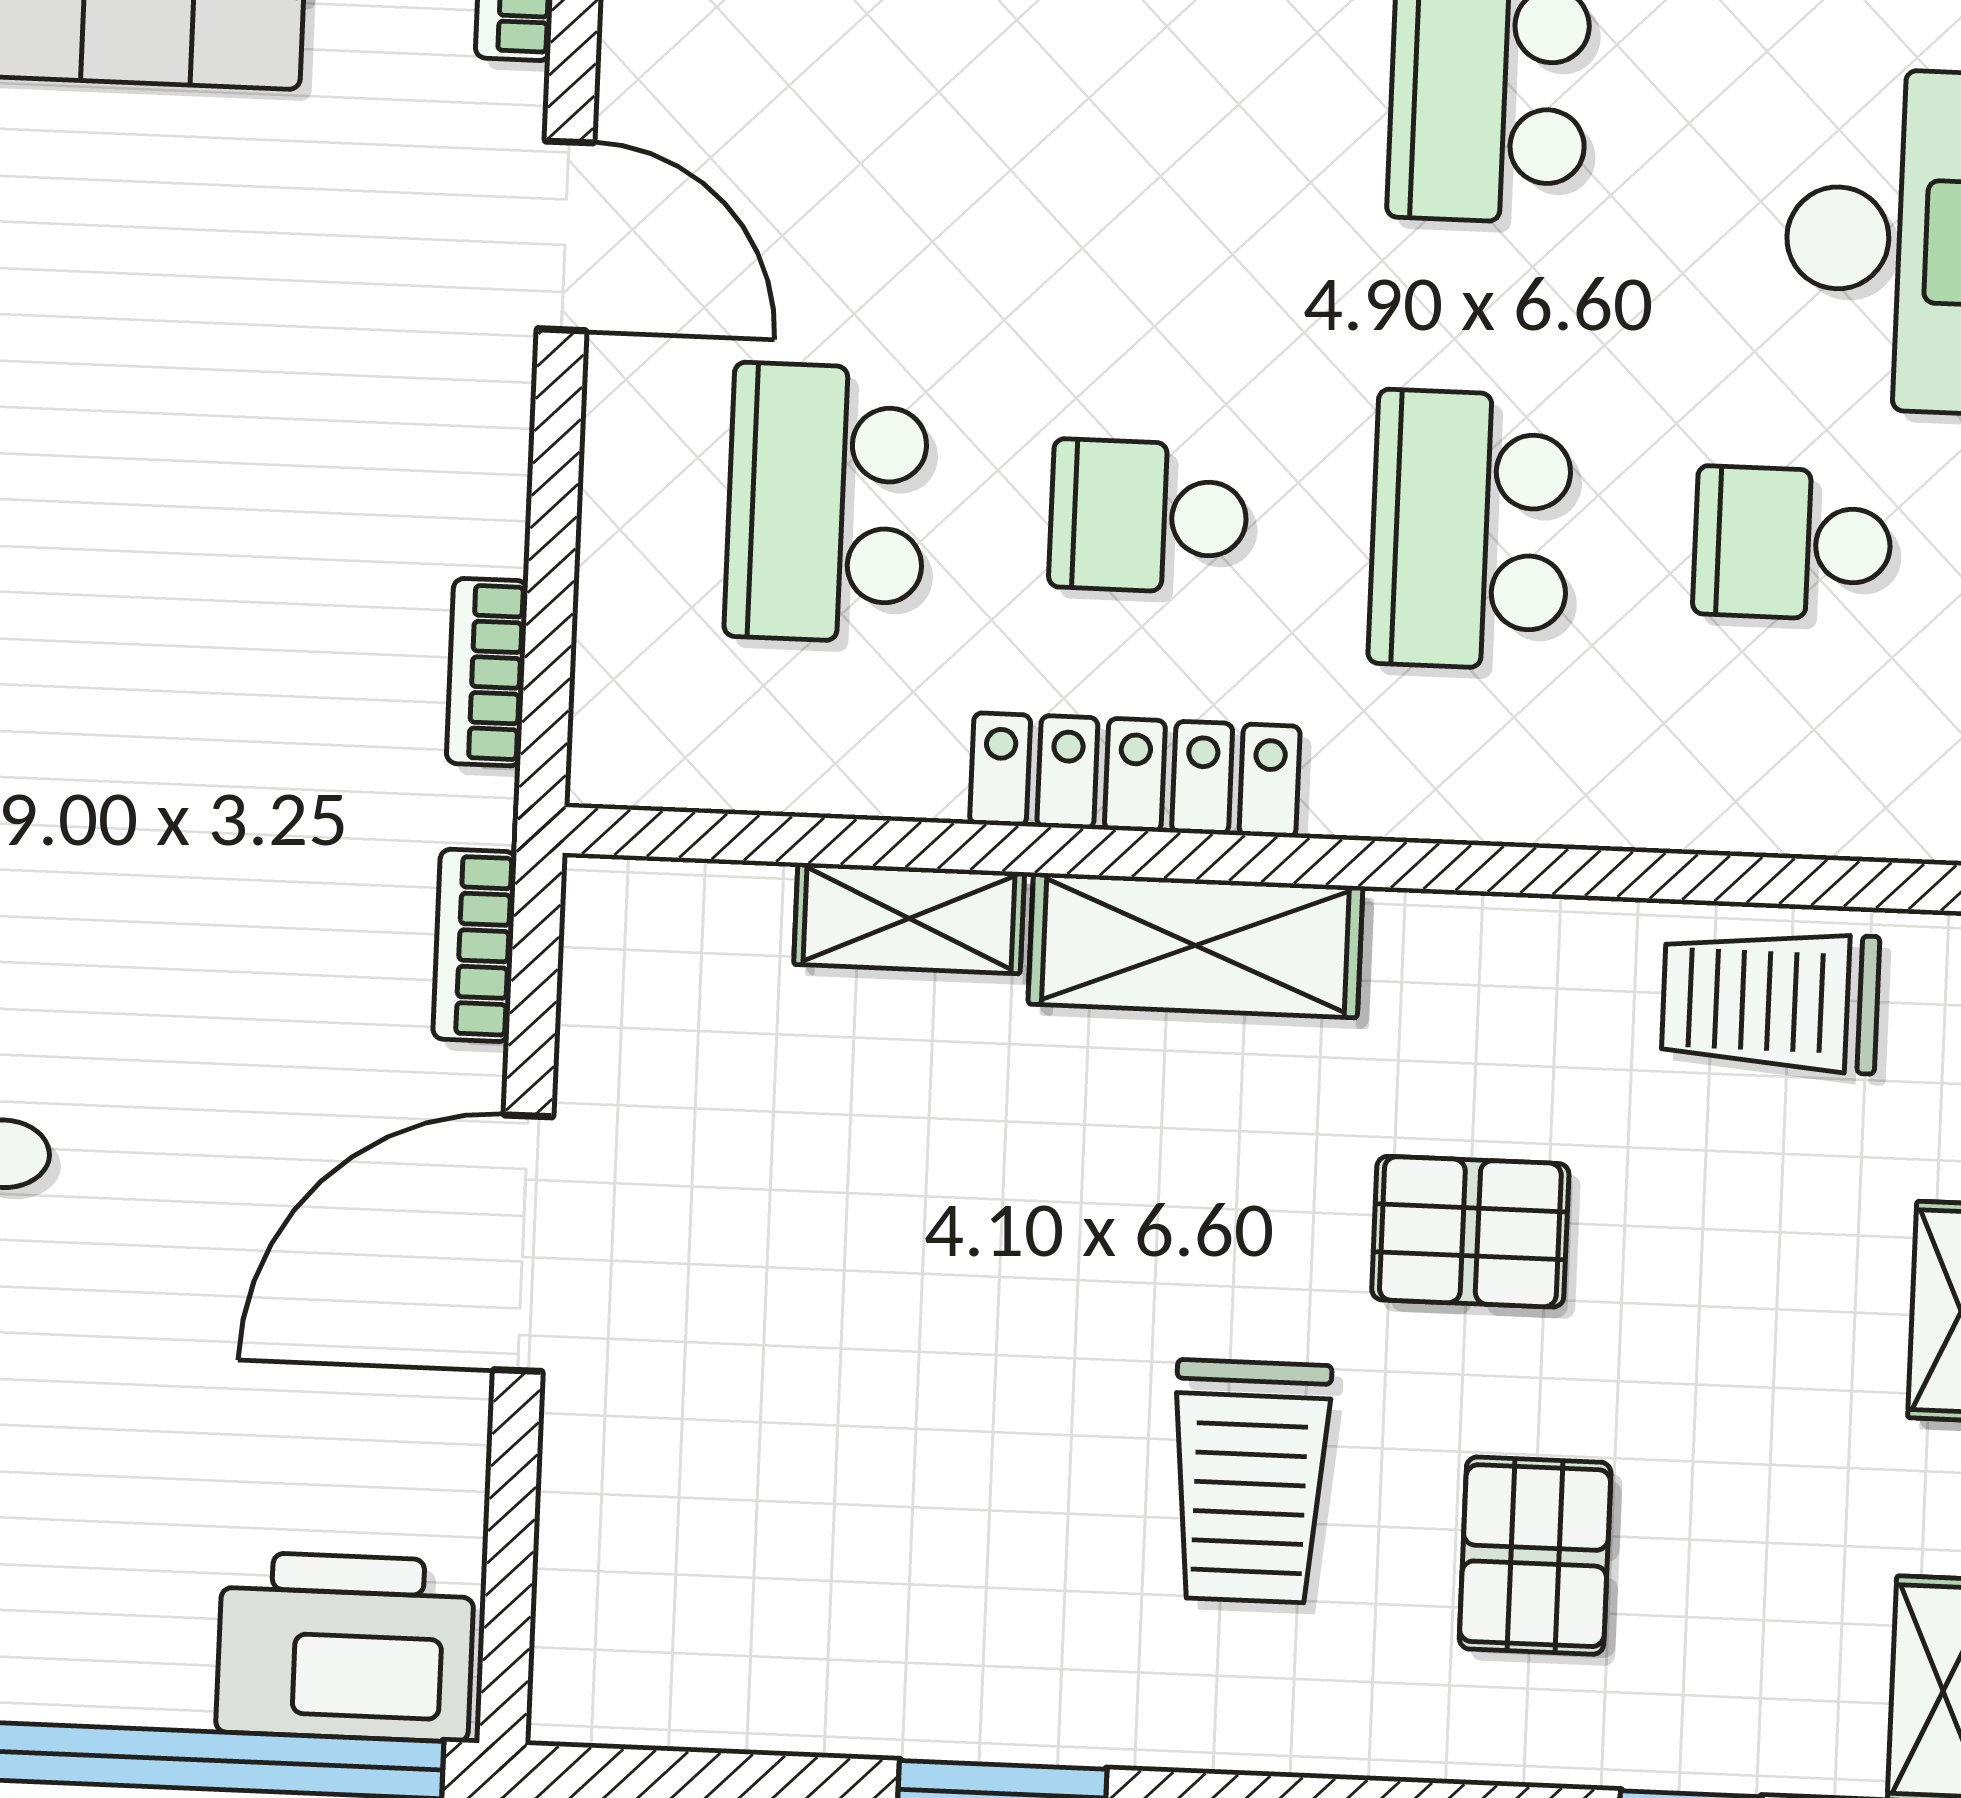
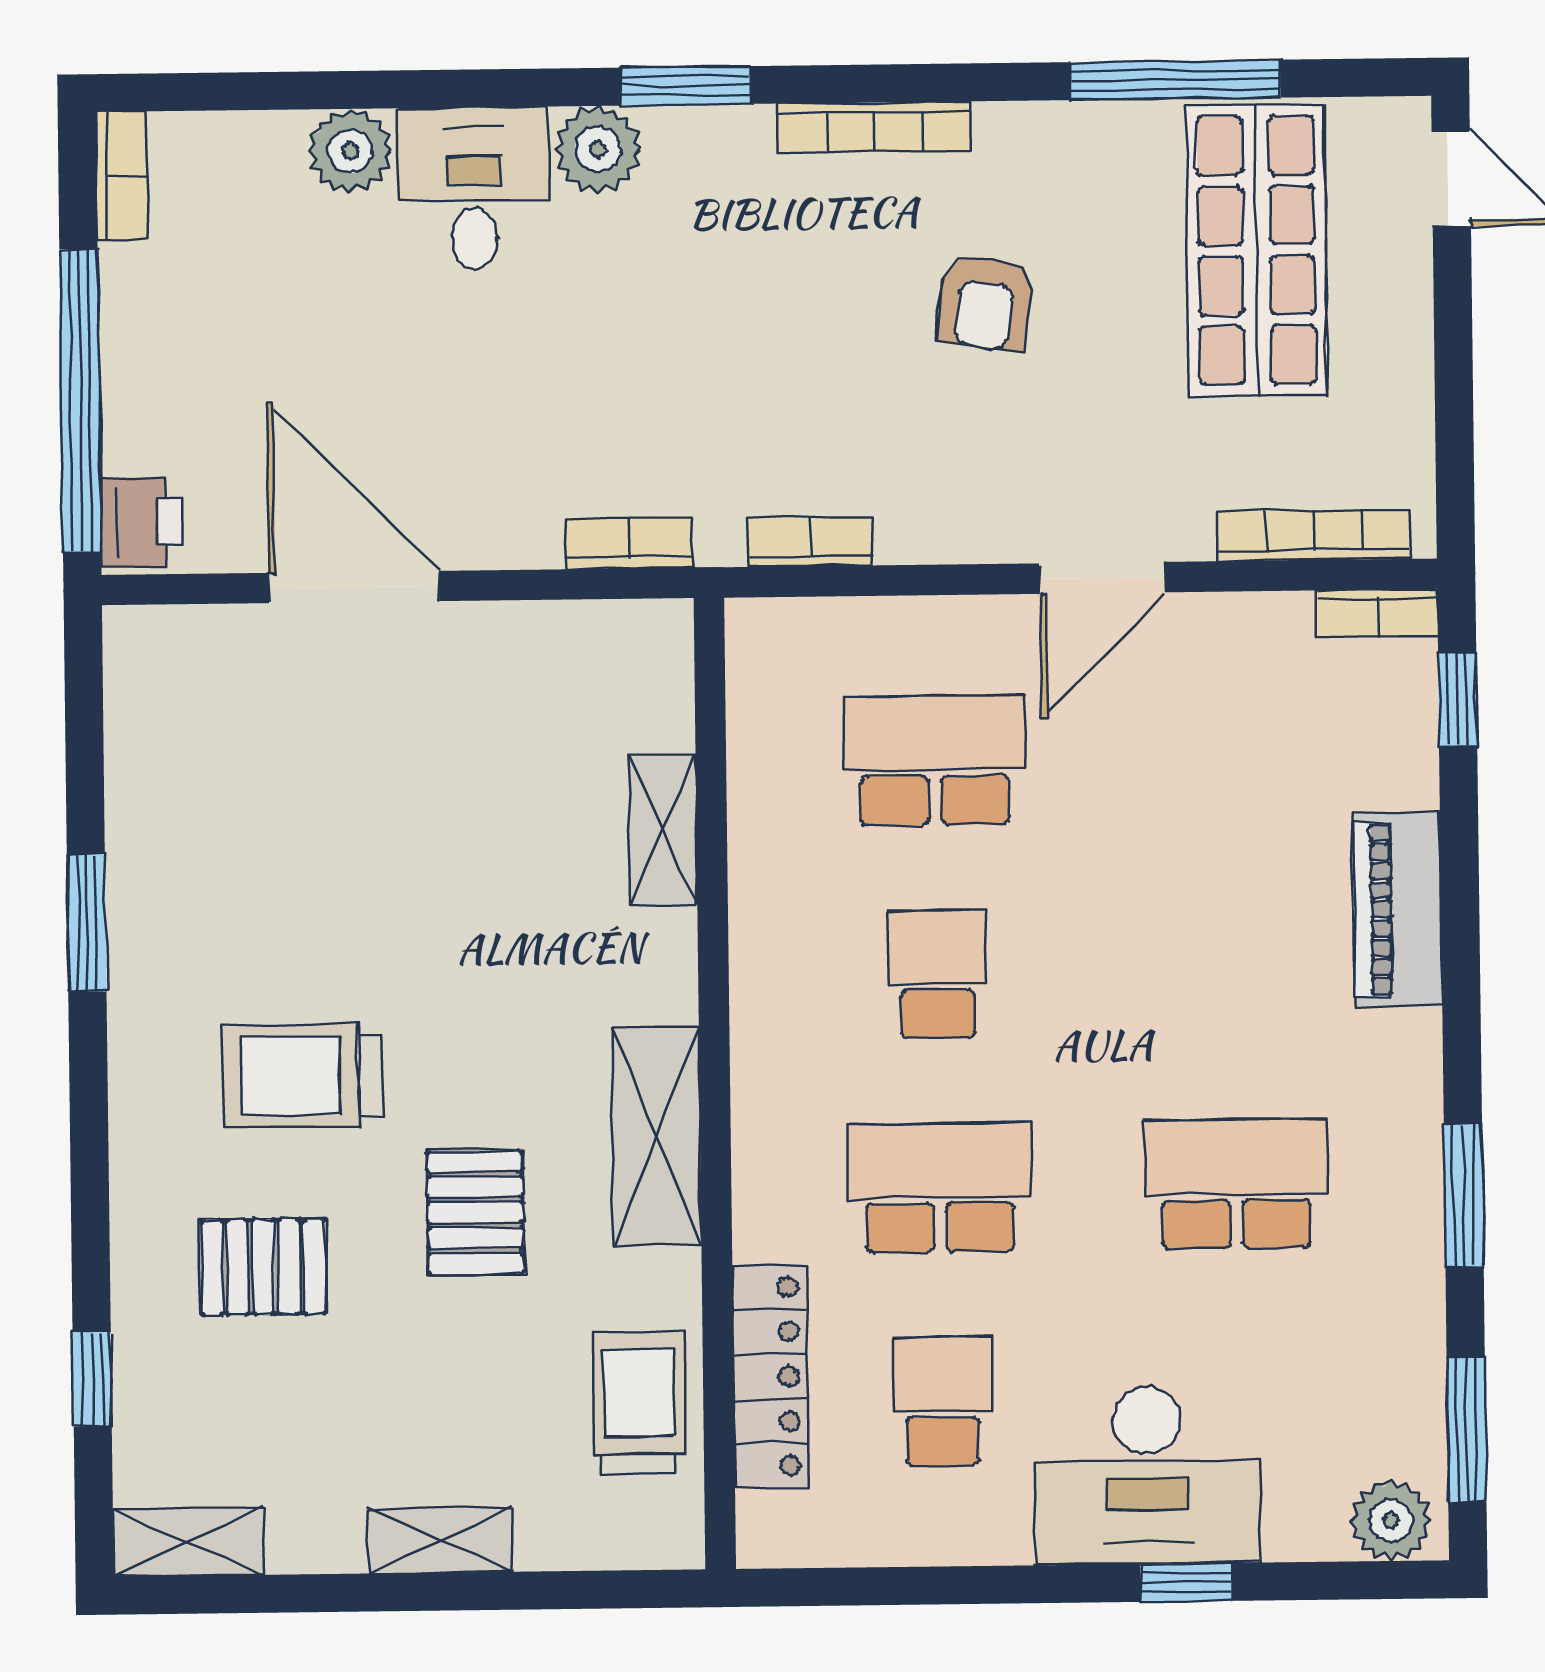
armchair: (141, 389) -> (985, 302), added
locker: (1135, 775) -> (770, 1376), moved
shelving: (1195, 945) -> (656, 1136), moved
door: (523, 1243) -> (354, 587), moved
printer: (345, 1647) -> (141, 522), width x0.53, depth x0.68

